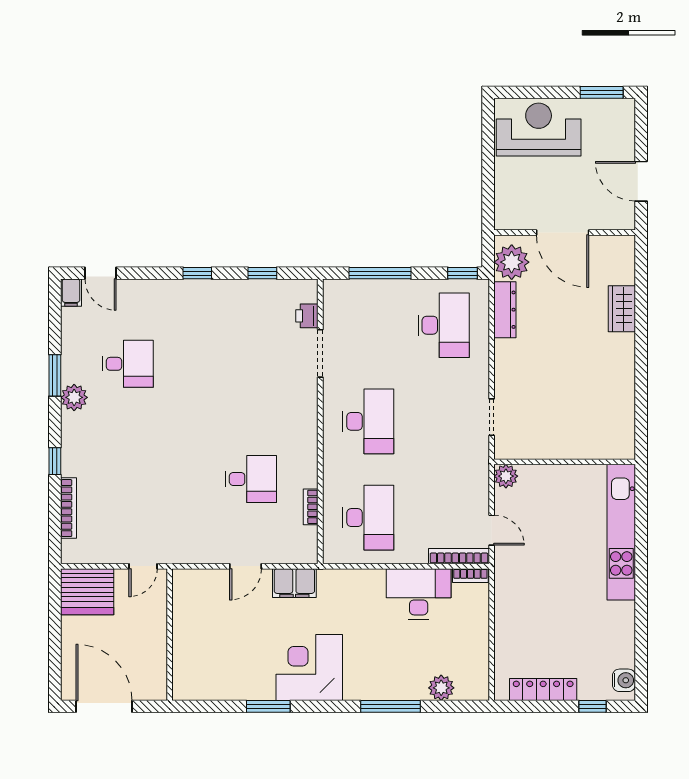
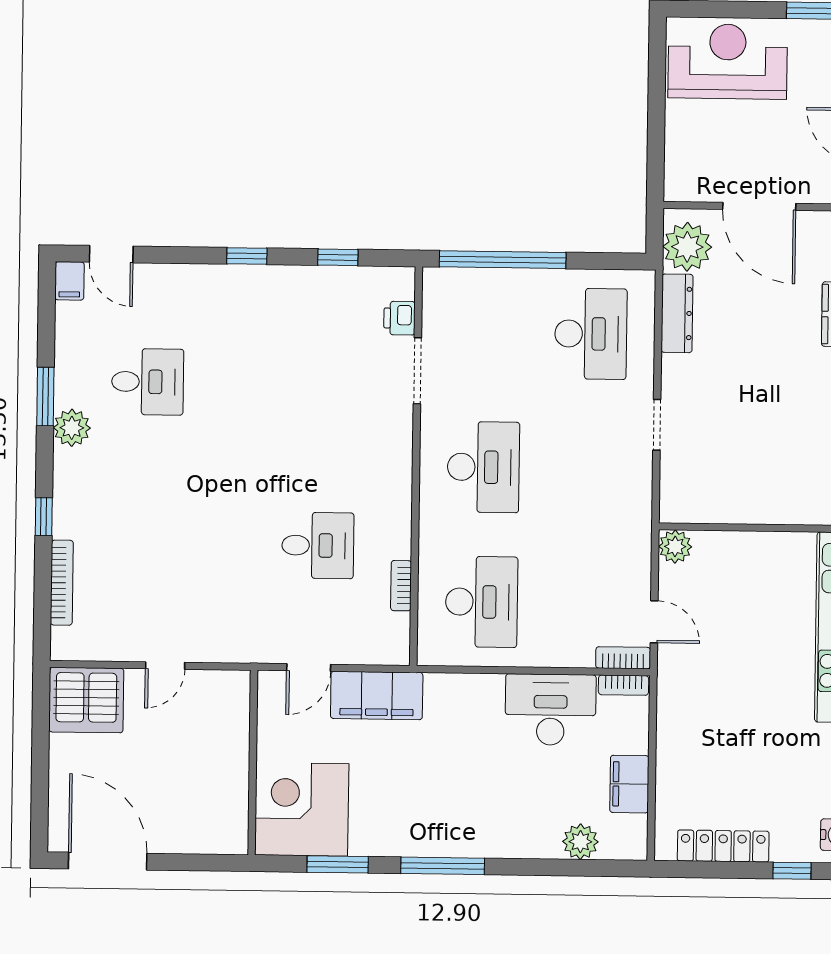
window: (380, 273) -> (503, 260), width x1.46
window: (463, 273) -> (618, 261), removed
doorway: (492, 417) -> (657, 425), moved
bookcase: (459, 556) -> (623, 658), width x0.64
filing cabinet: (294, 583) -> (377, 695), width x1.50, depth x1.17
wall: (170, 635) -> (253, 763), moved
filing cabinet: (476, 646) -> (629, 784), added
corner desk: (309, 667) -> (302, 809), moved
window: (390, 706) -> (443, 866), moved

